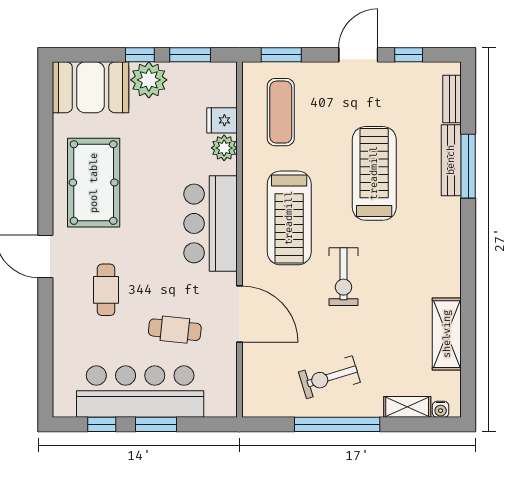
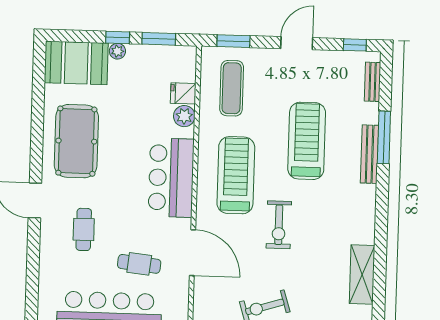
window: (409, 55) -> (355, 45), moved
plant: (149, 80) -> (117, 51), width x0.53, depth x0.53
bench: (451, 160) -> (370, 154), moved
treadmill: (289, 218) -> (236, 175), turned 180

